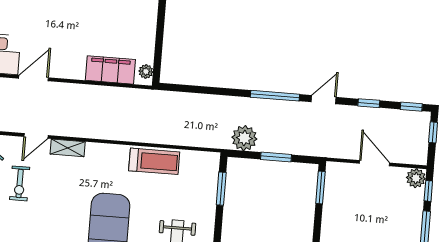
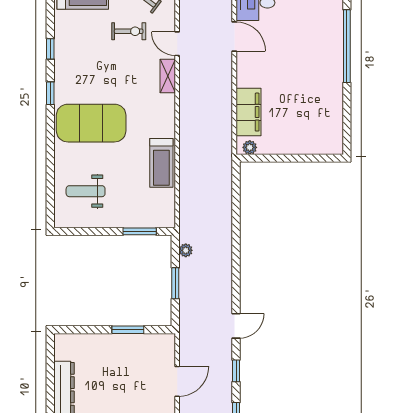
window: (275, 96) -> (236, 277), removed
door: (324, 100) -> (236, 326), hinge flipped
plant: (244, 138) -> (186, 250), width x0.53, depth x0.53
exercise bike: (20, 183) -> (129, 31), turned 180
window: (320, 187) -> (128, 330), moved

